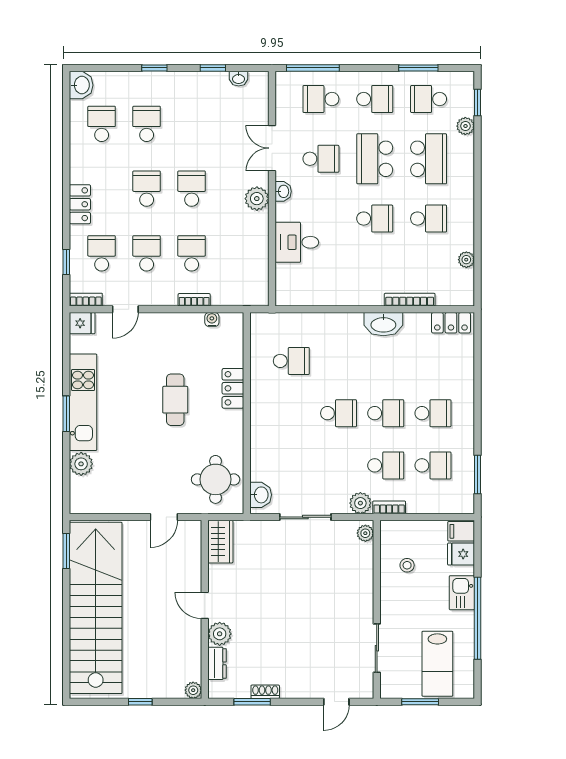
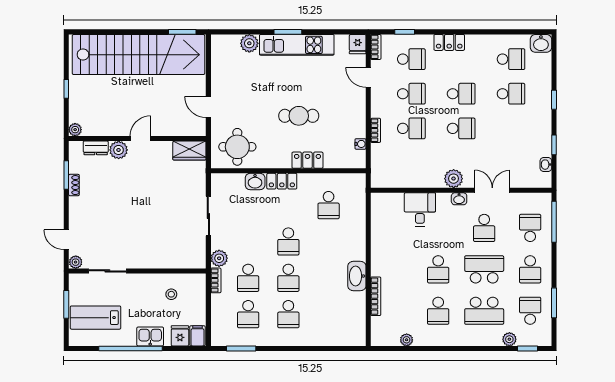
locker: (451, 323) -> (282, 181), moved, turned -90
washbasin: (261, 495) -> (255, 182), moved
plant: (365, 533) -> (76, 262), moved

